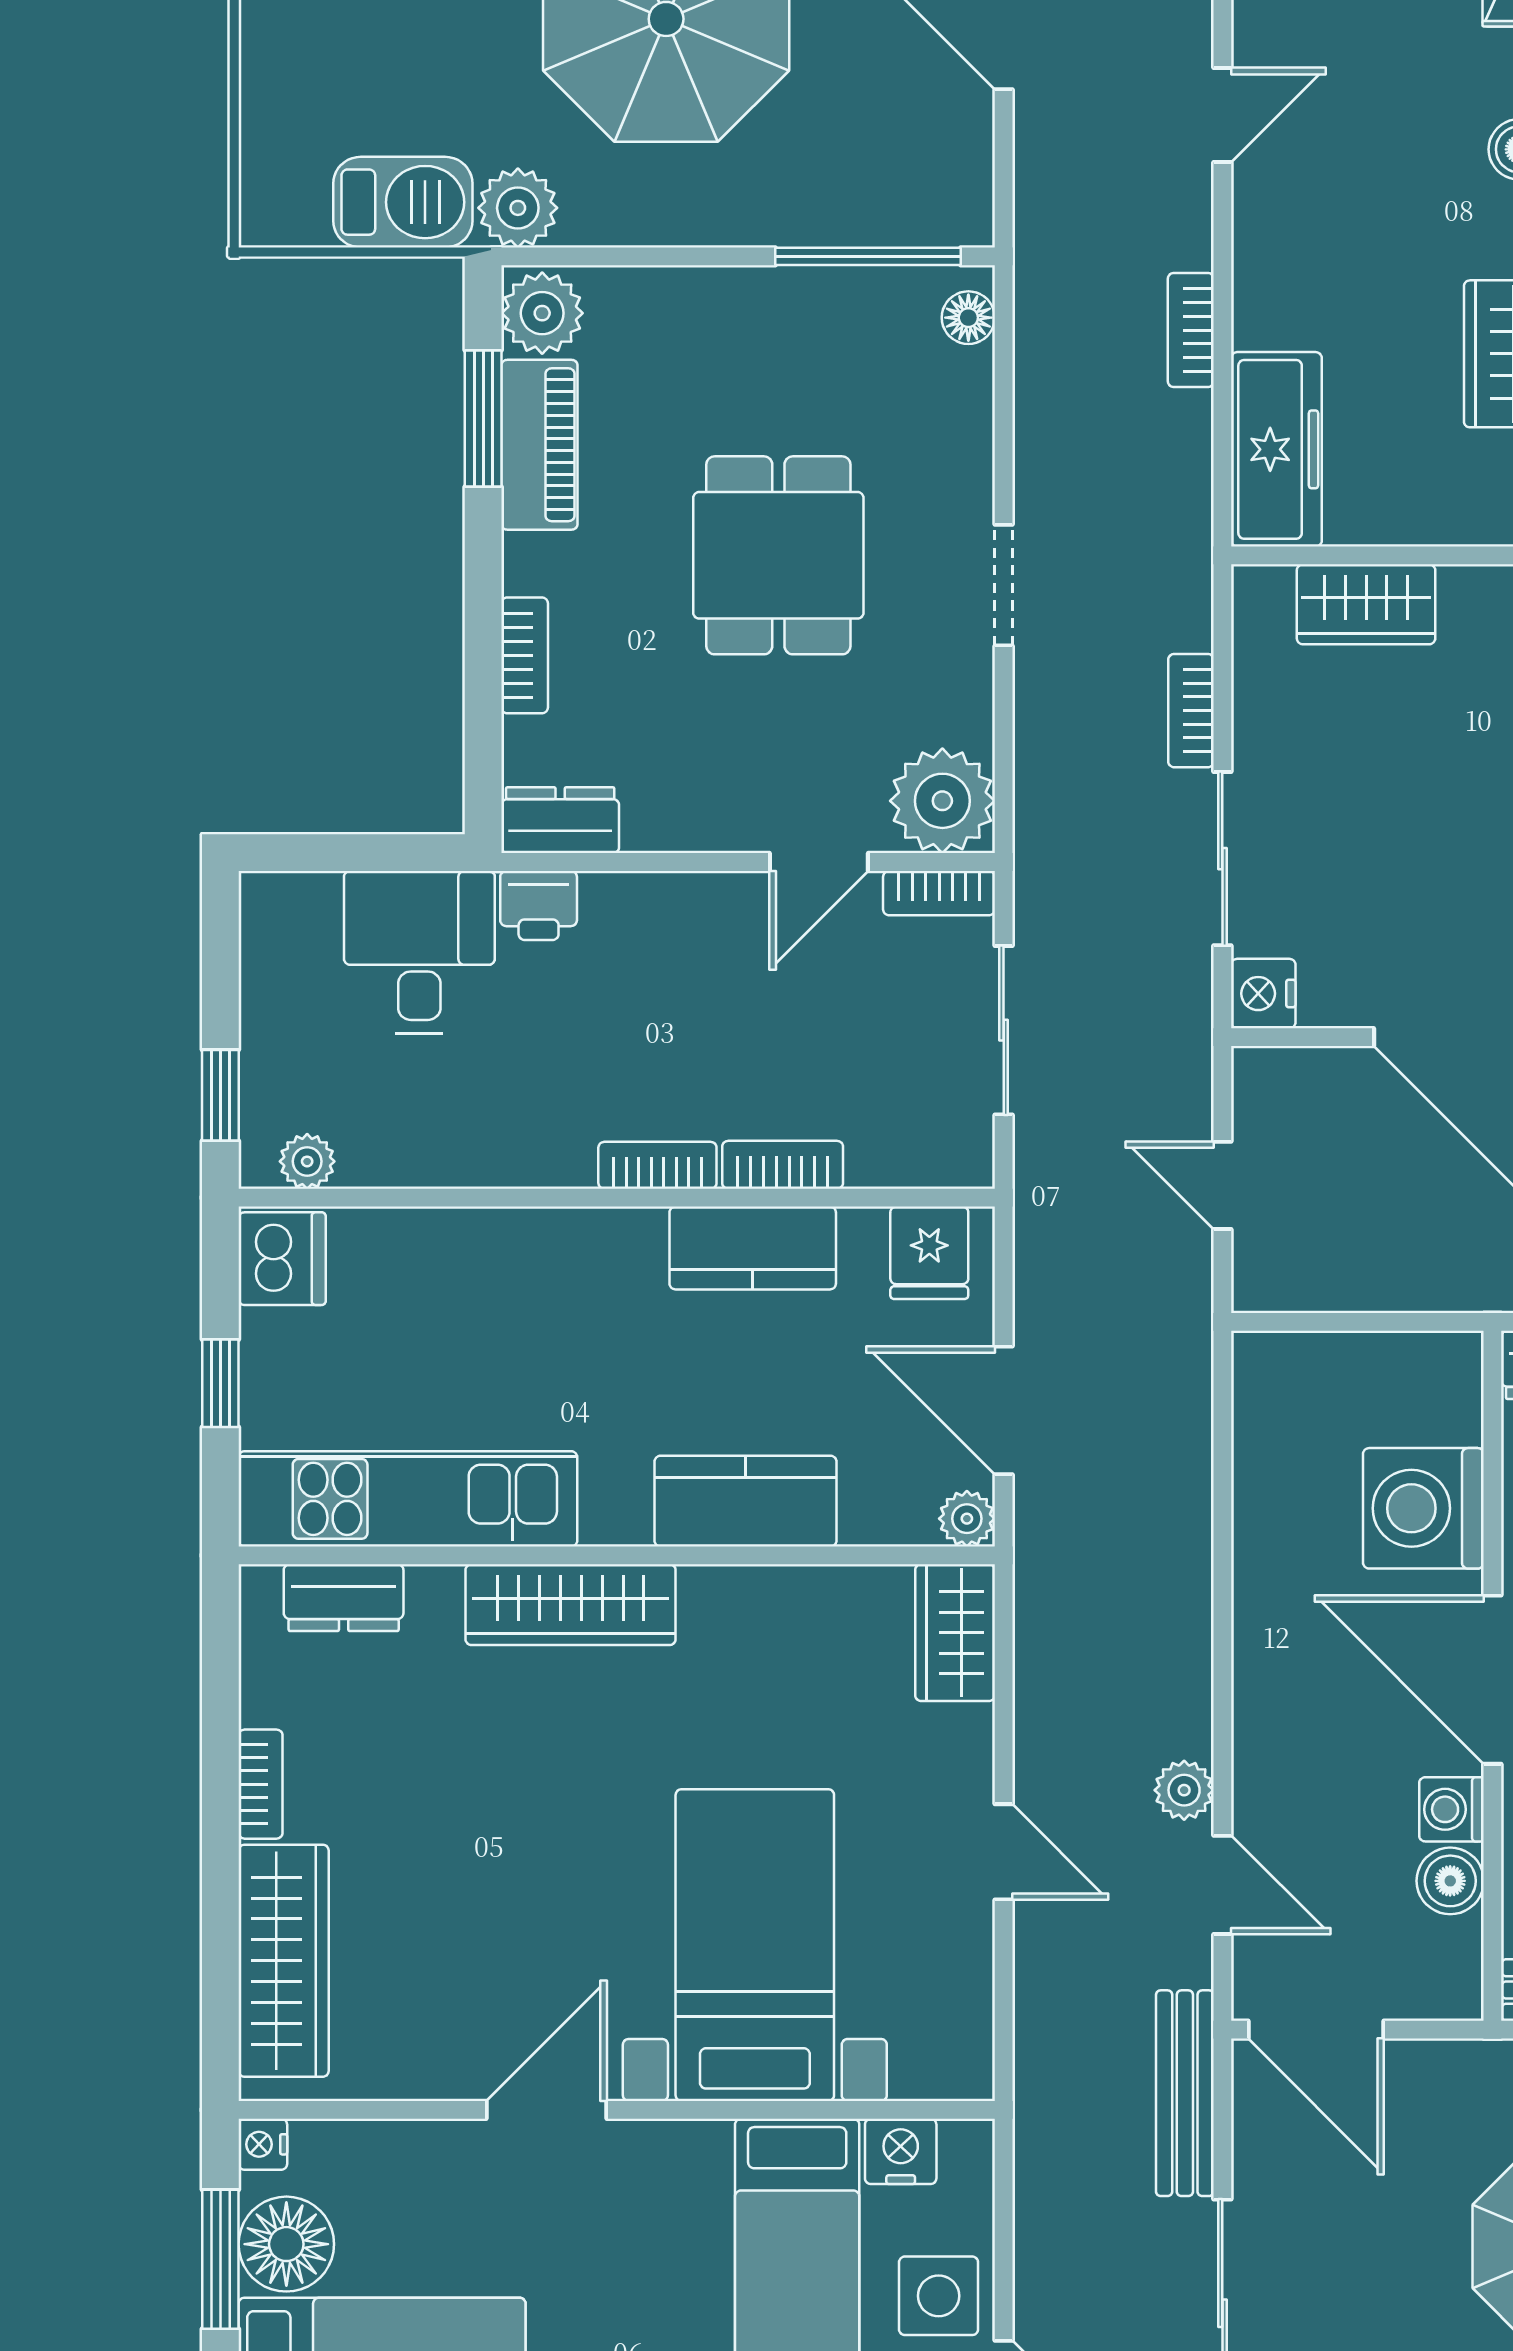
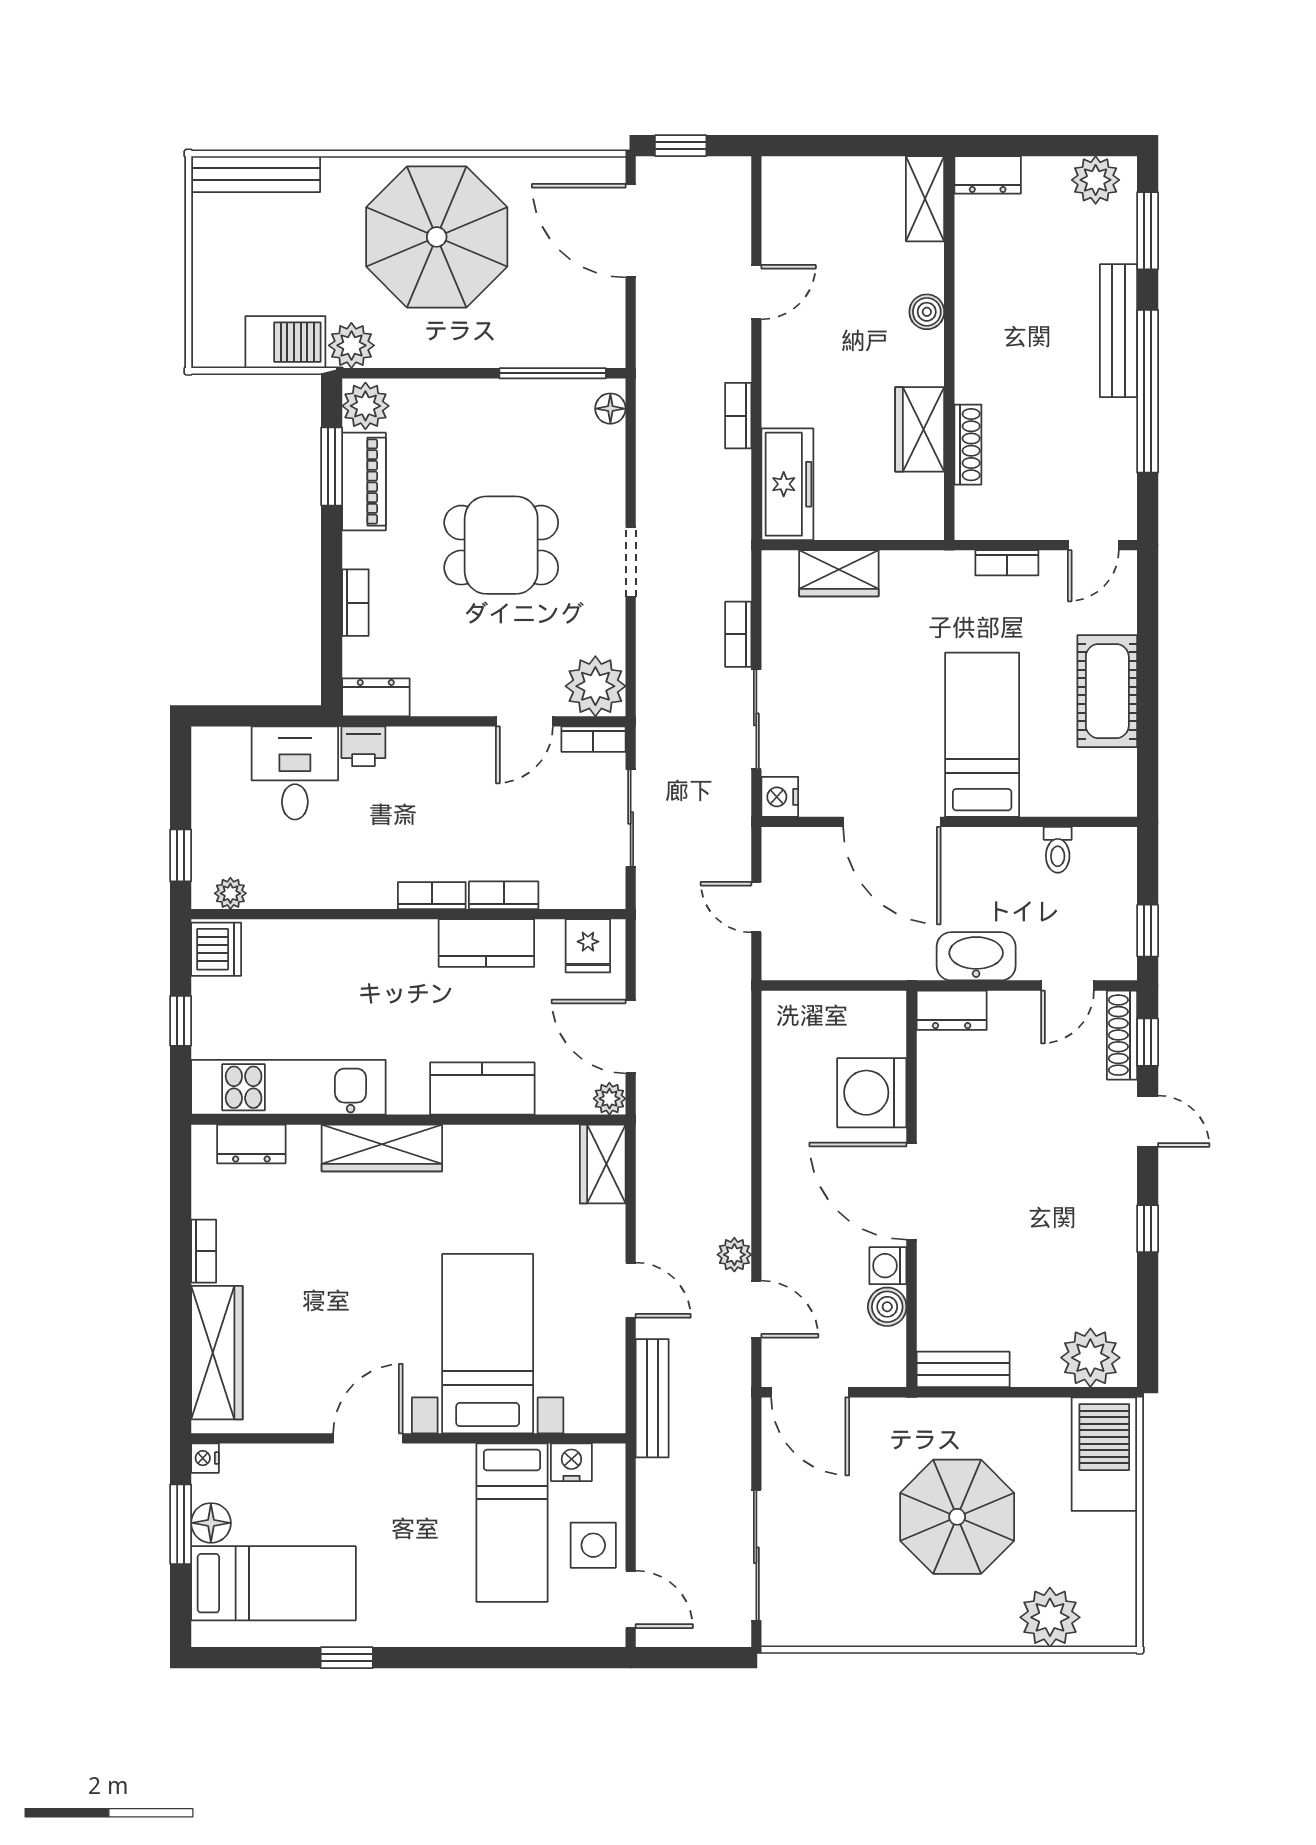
dining table: (778, 555) -> (501, 545), turned 90
bench: (1185, 2093) -> (652, 1398), moved
floor lamp: (286, 2244) -> (211, 1523), width x0.73, depth x0.73

